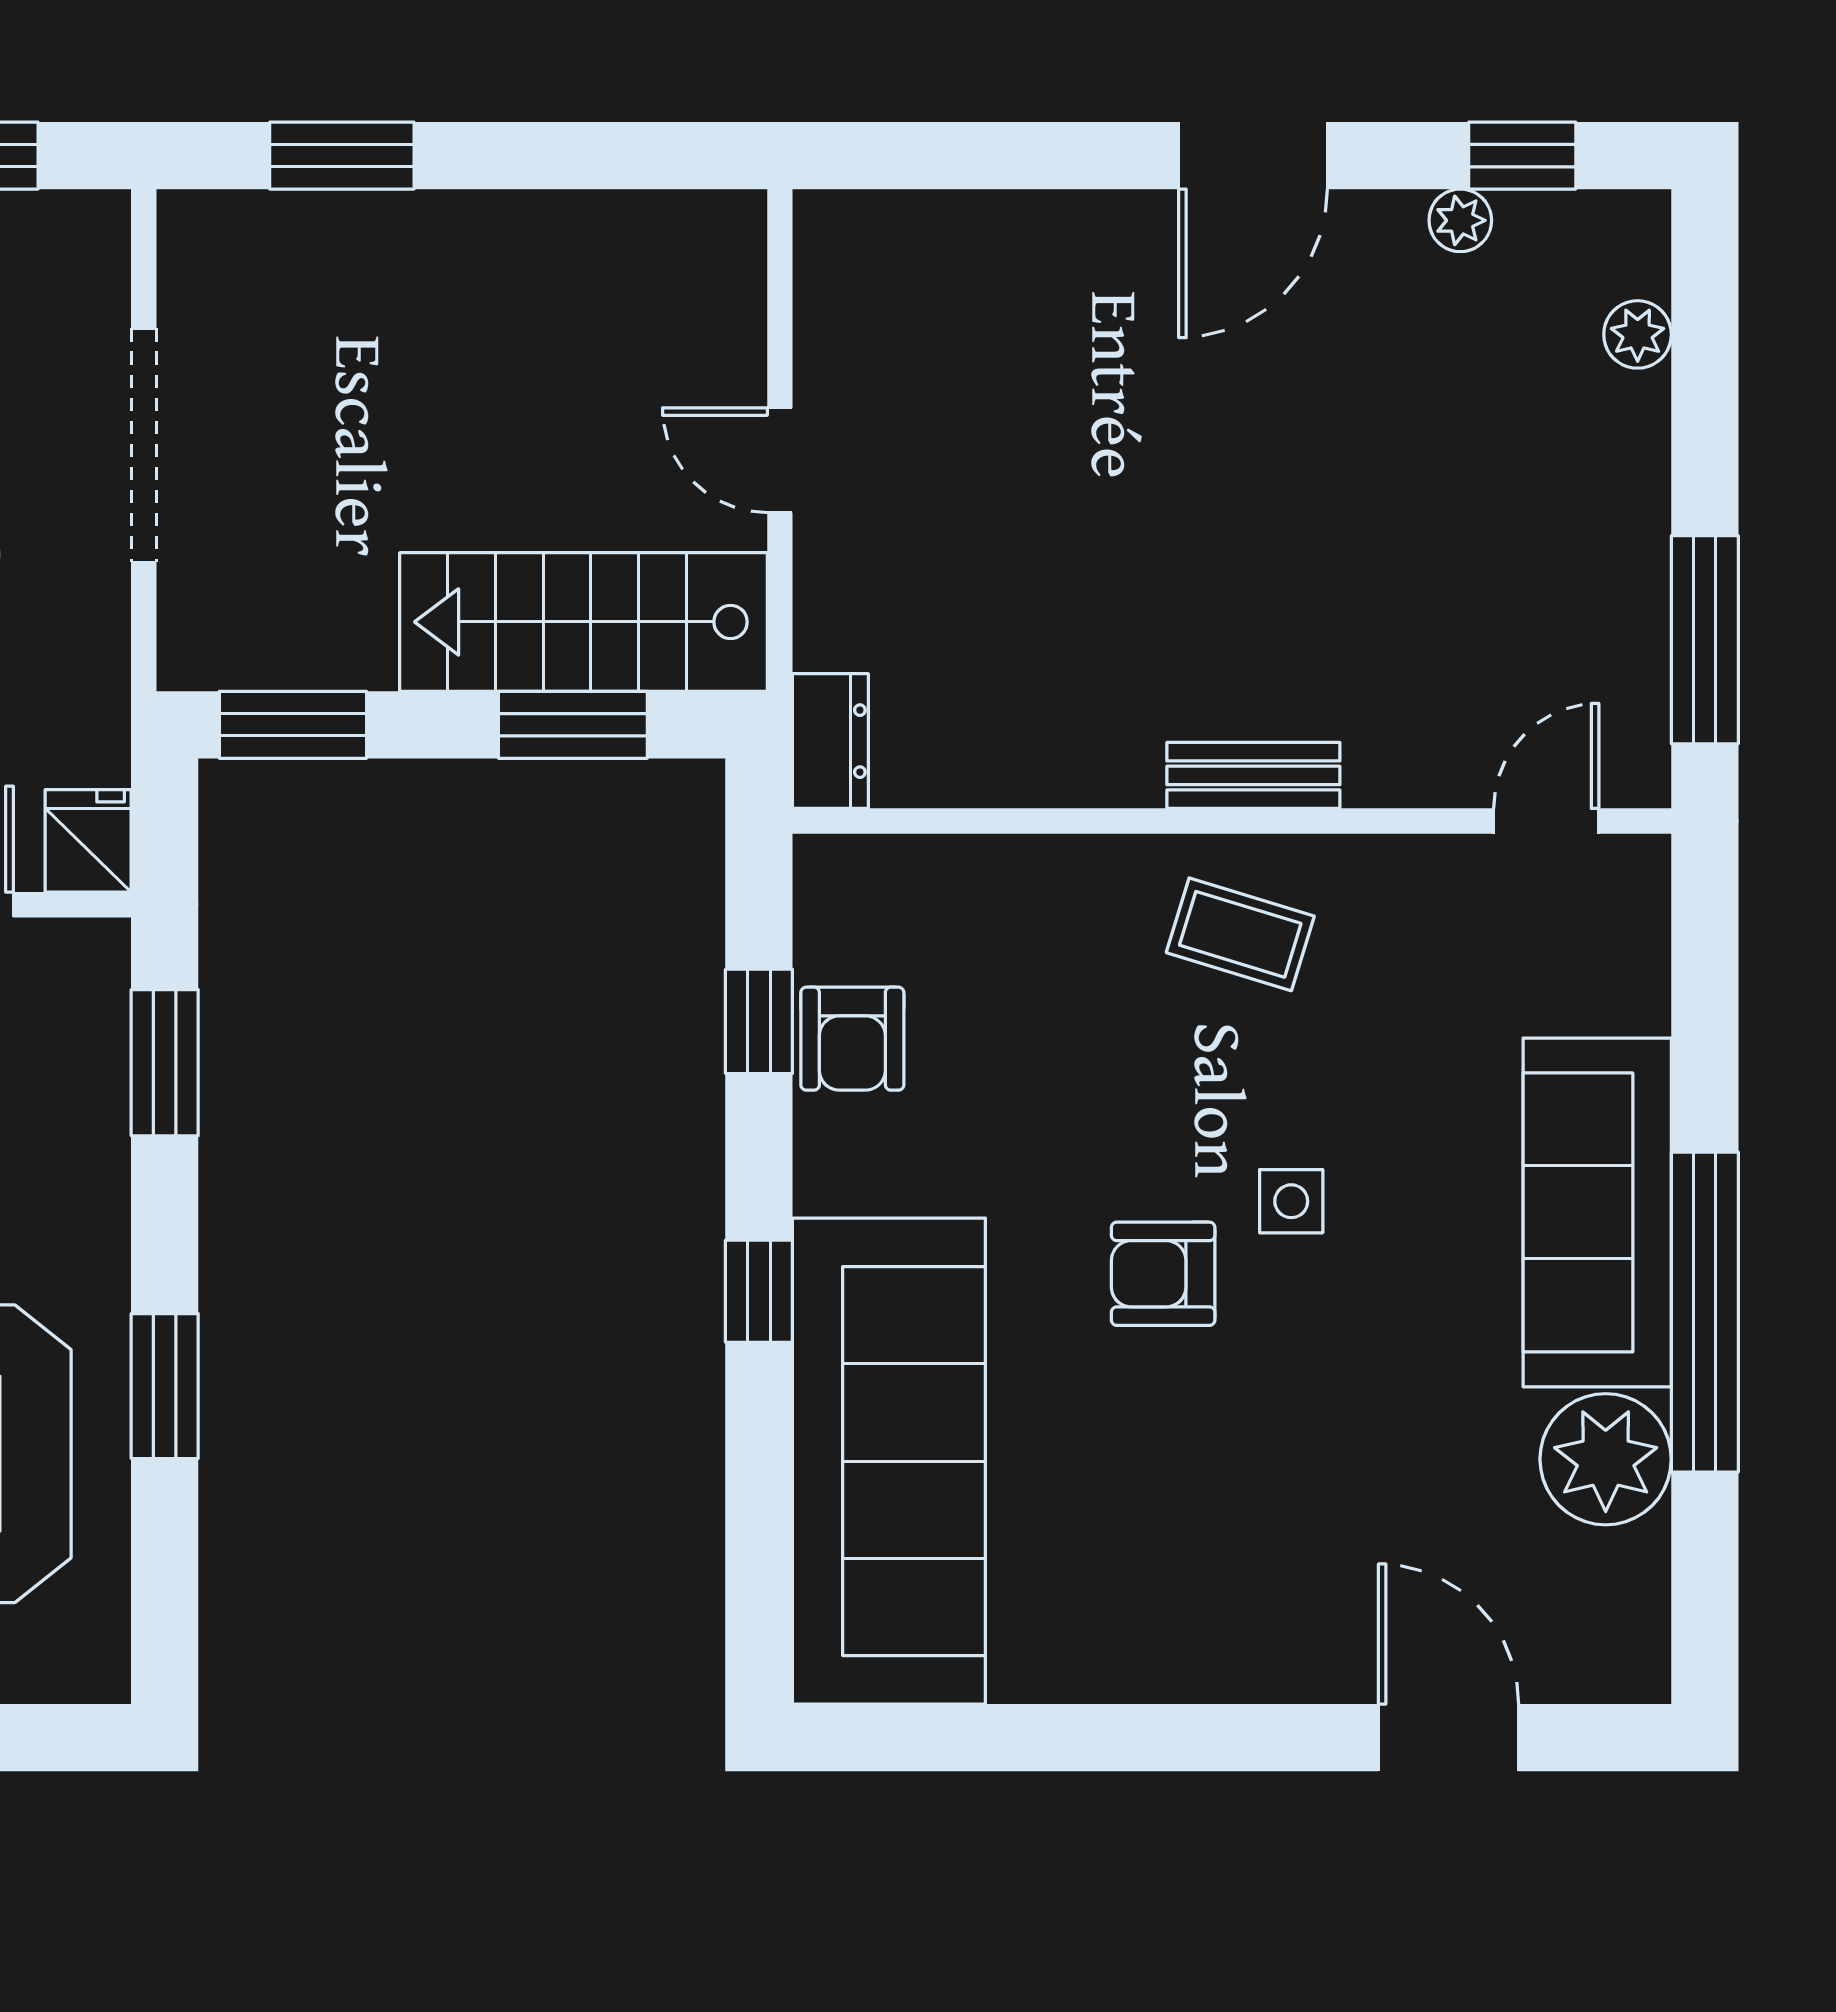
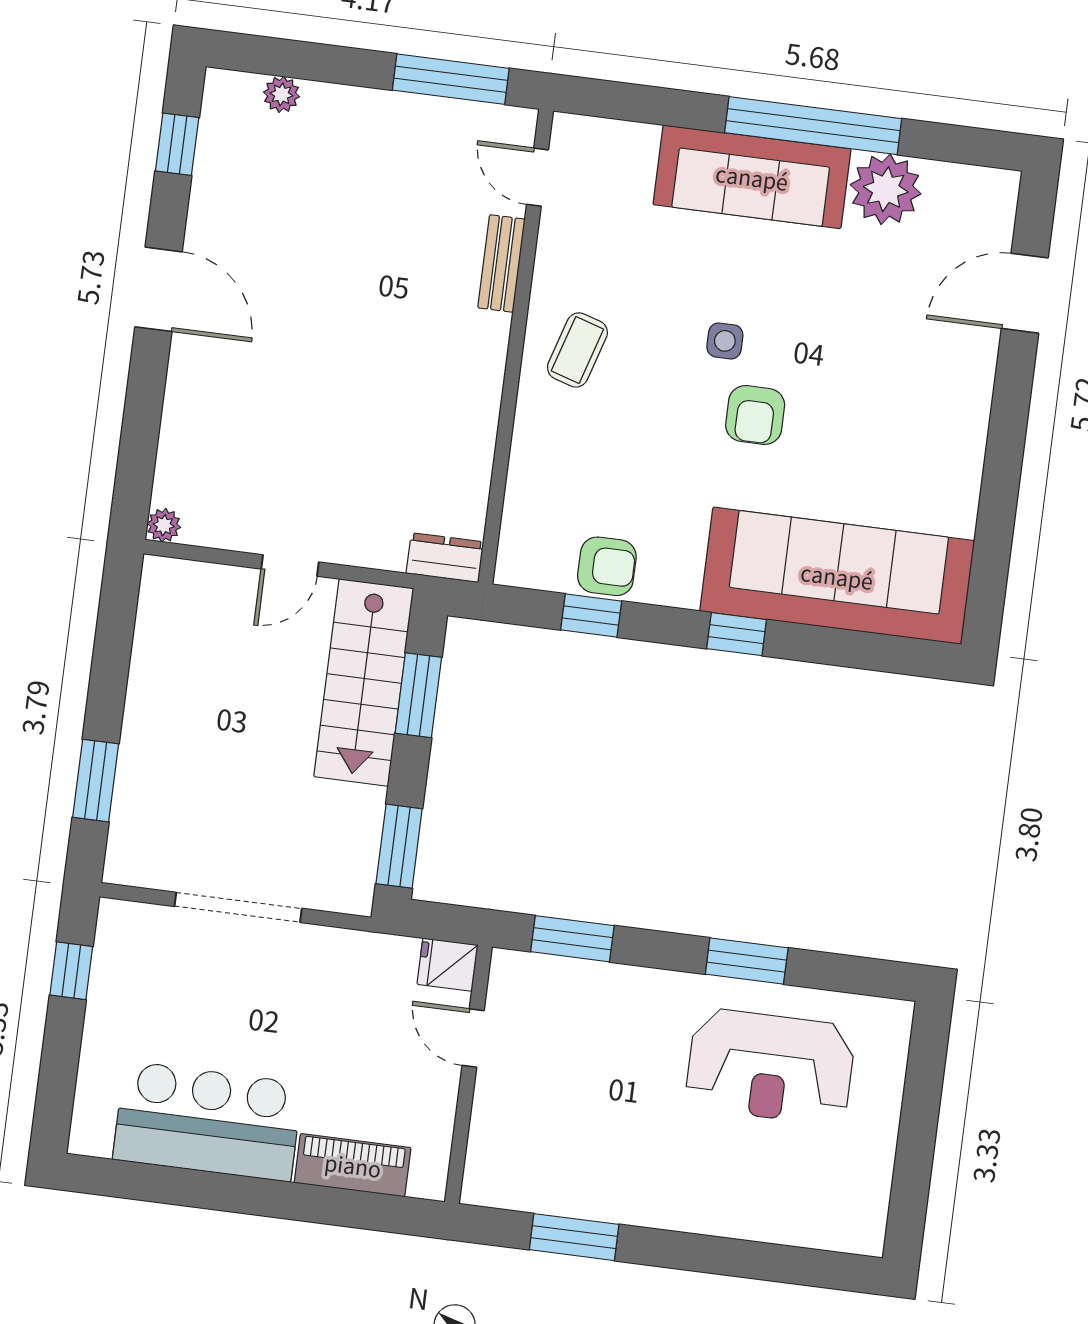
plant: (1460, 220) -> (164, 525), moved
bench: (1253, 775) -> (501, 263), moved

